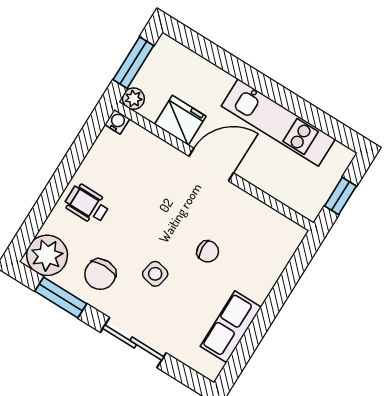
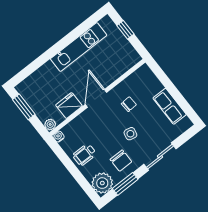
plant: (133, 99) -> (50, 124), moved
fridge: (180, 120) -> (69, 106), moved
water cooler: (117, 122) -> (58, 137), moved
door: (211, 165) -> (96, 98), moved
wall: (214, 166) -> (97, 97), moved

